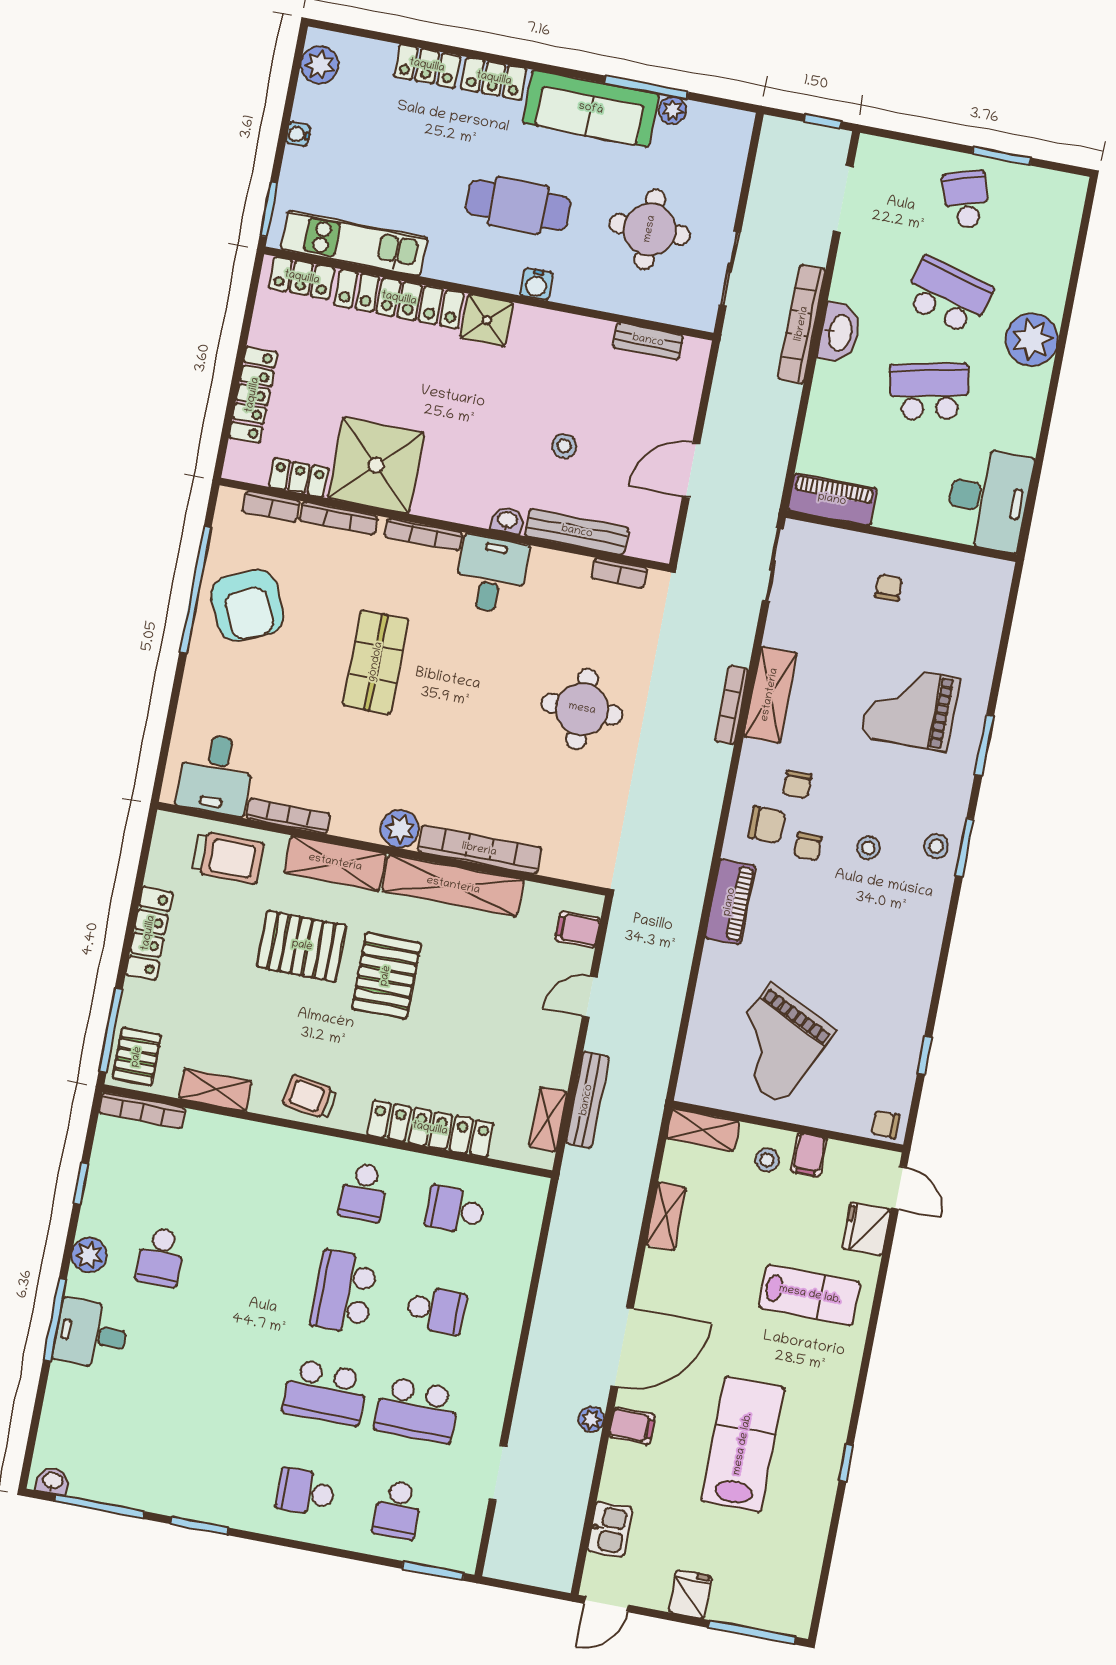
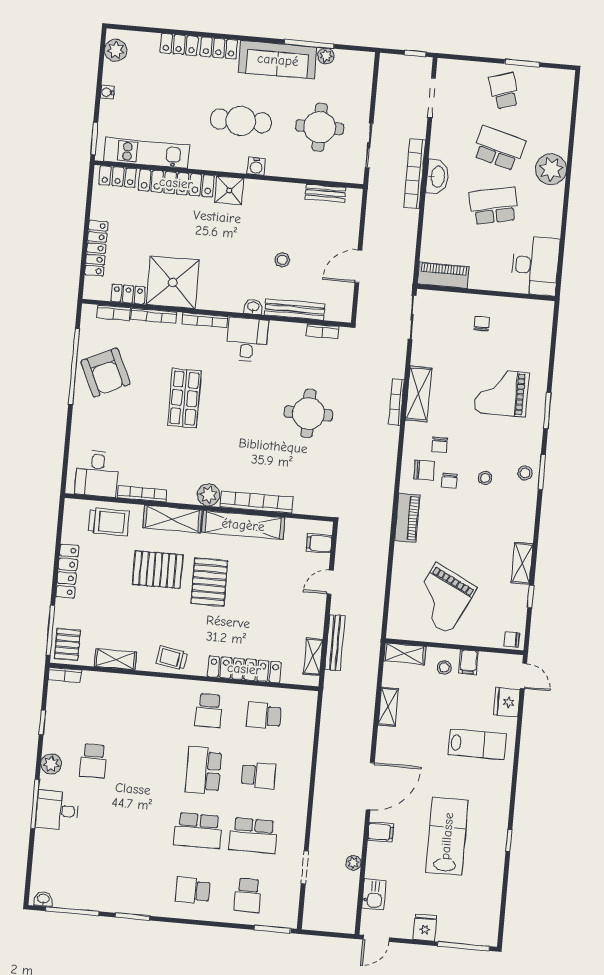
shelving: (916, 998) -> (522, 563), added
bookcase: (142, 1110) -> (65, 675), width x0.64
plant: (591, 1419) -> (353, 863), moved

